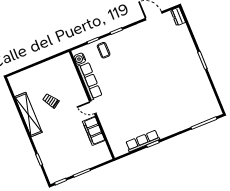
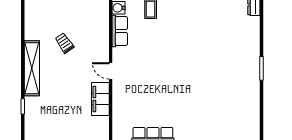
row of seats: (90, 81) -> (120, 31), width x0.68
shelving: (28, 114) -> (32, 68), moved

